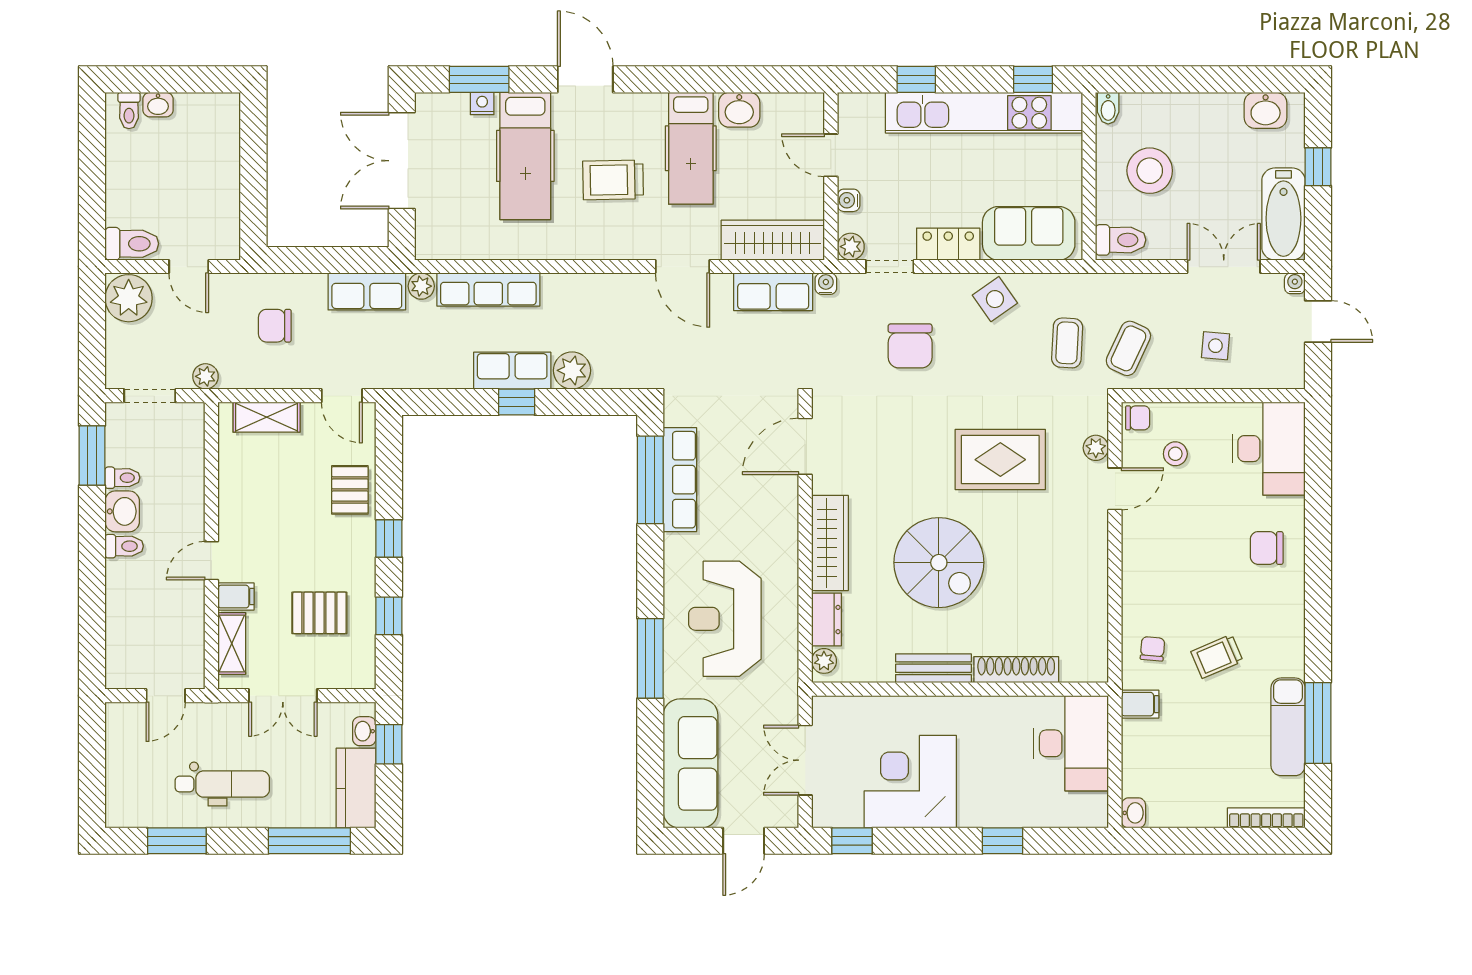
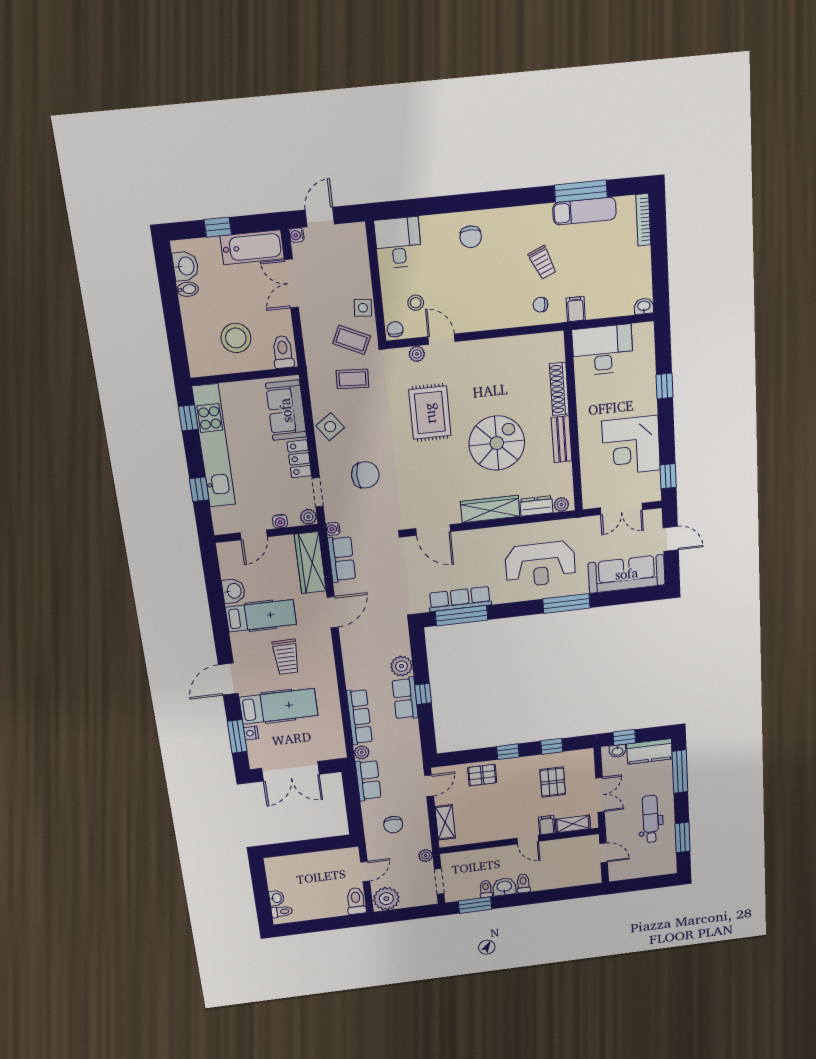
bidet: (1108, 108) -> (188, 289), moved
side table: (1215, 346) -> (363, 308), moved
desk: (1269, 449) -> (398, 243), width x0.73

